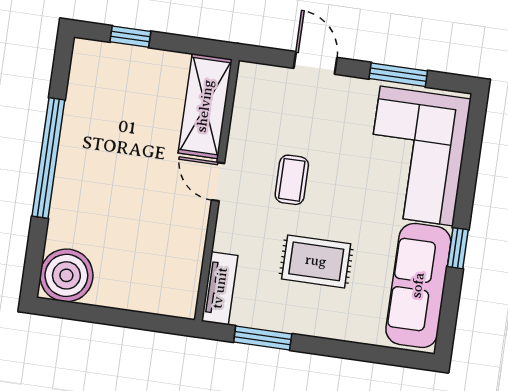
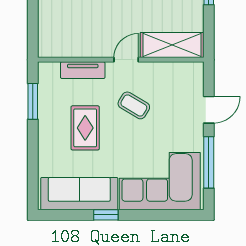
window: (398, 75) -> (209, 162), width x1.44
coffee table: (292, 180) -> (134, 105), turned 31
tv unit: (220, 288) -> (83, 70), moved

